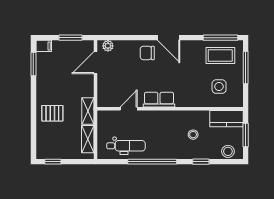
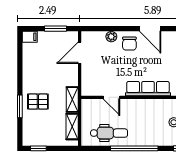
plant: (108, 46) -> (111, 37), moved
chair: (147, 53) -> (129, 44), turned -90
window: (33, 64) -> (20, 106), moved
row of seats: (159, 100) -> (148, 89), width x1.48
door: (129, 109) -> (112, 97), swing flipped

